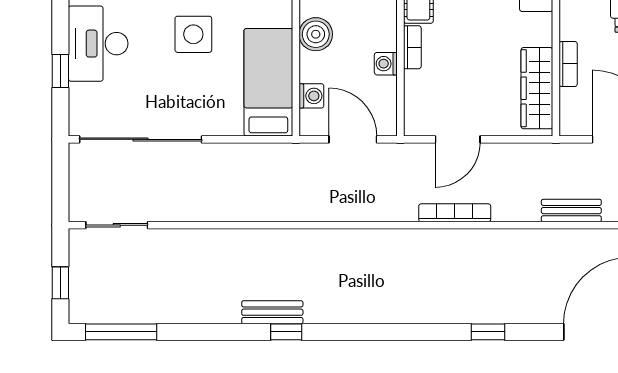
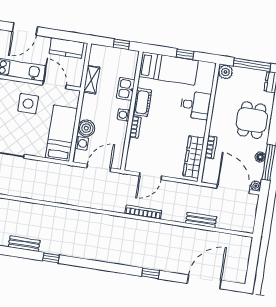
boiler: (316, 34) -> (86, 128), moved
washing machine: (386, 64) -> (124, 115), moved
door: (353, 139) -> (99, 168), hinge flipped
bench: (272, 312) -> (24, 244), moved

